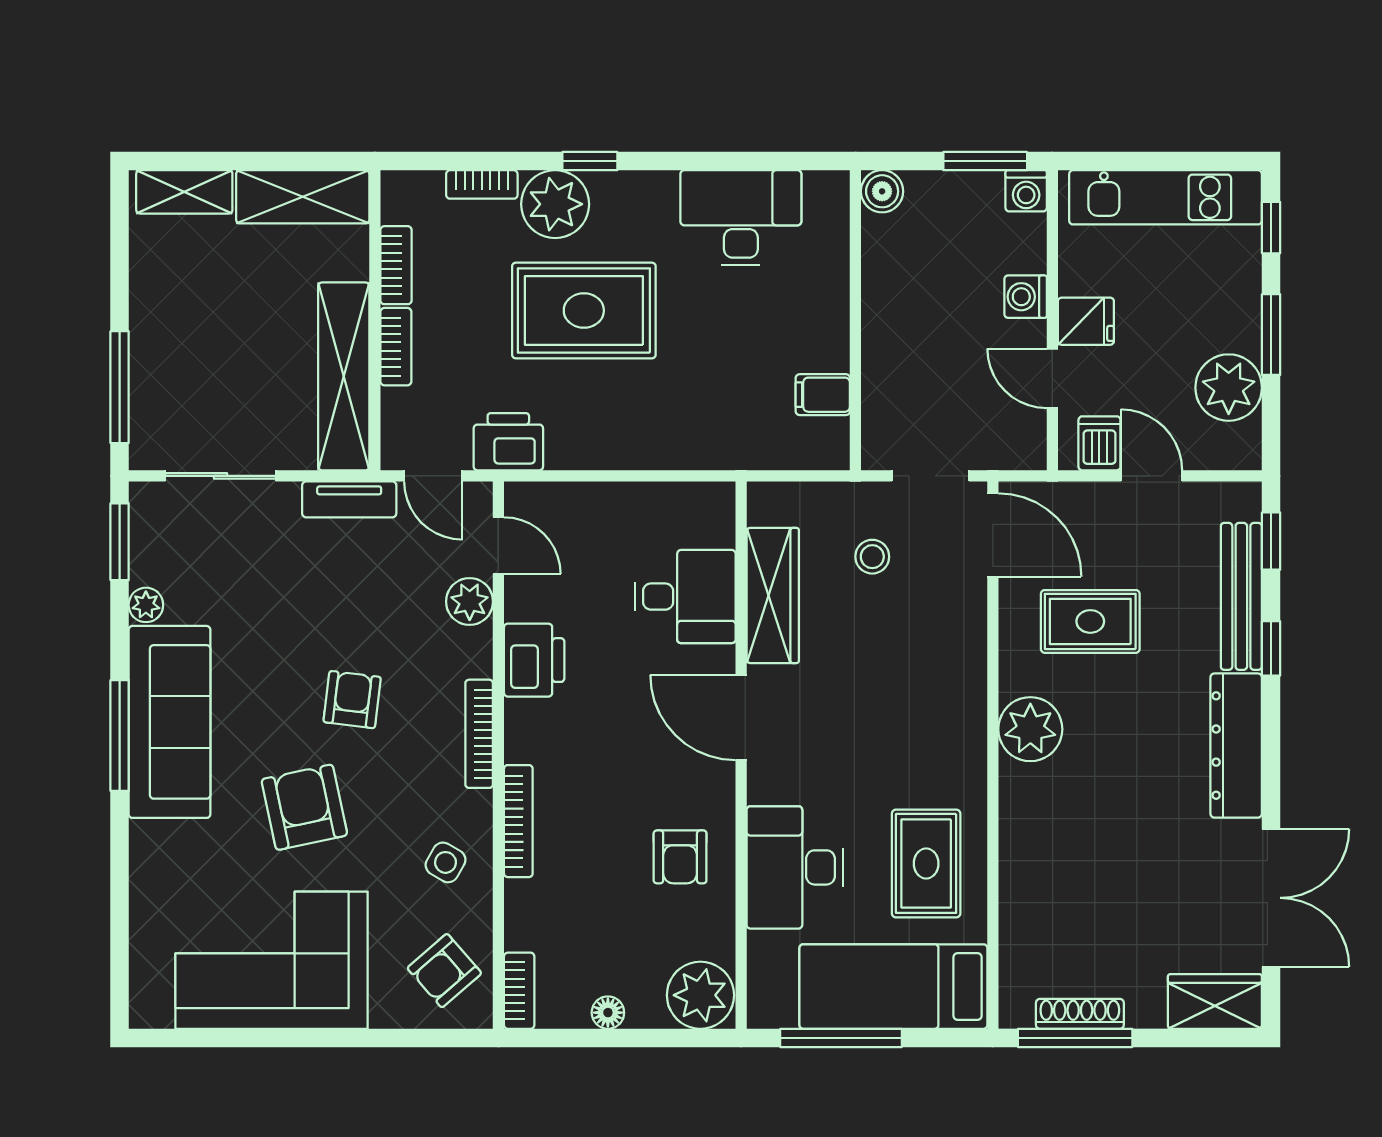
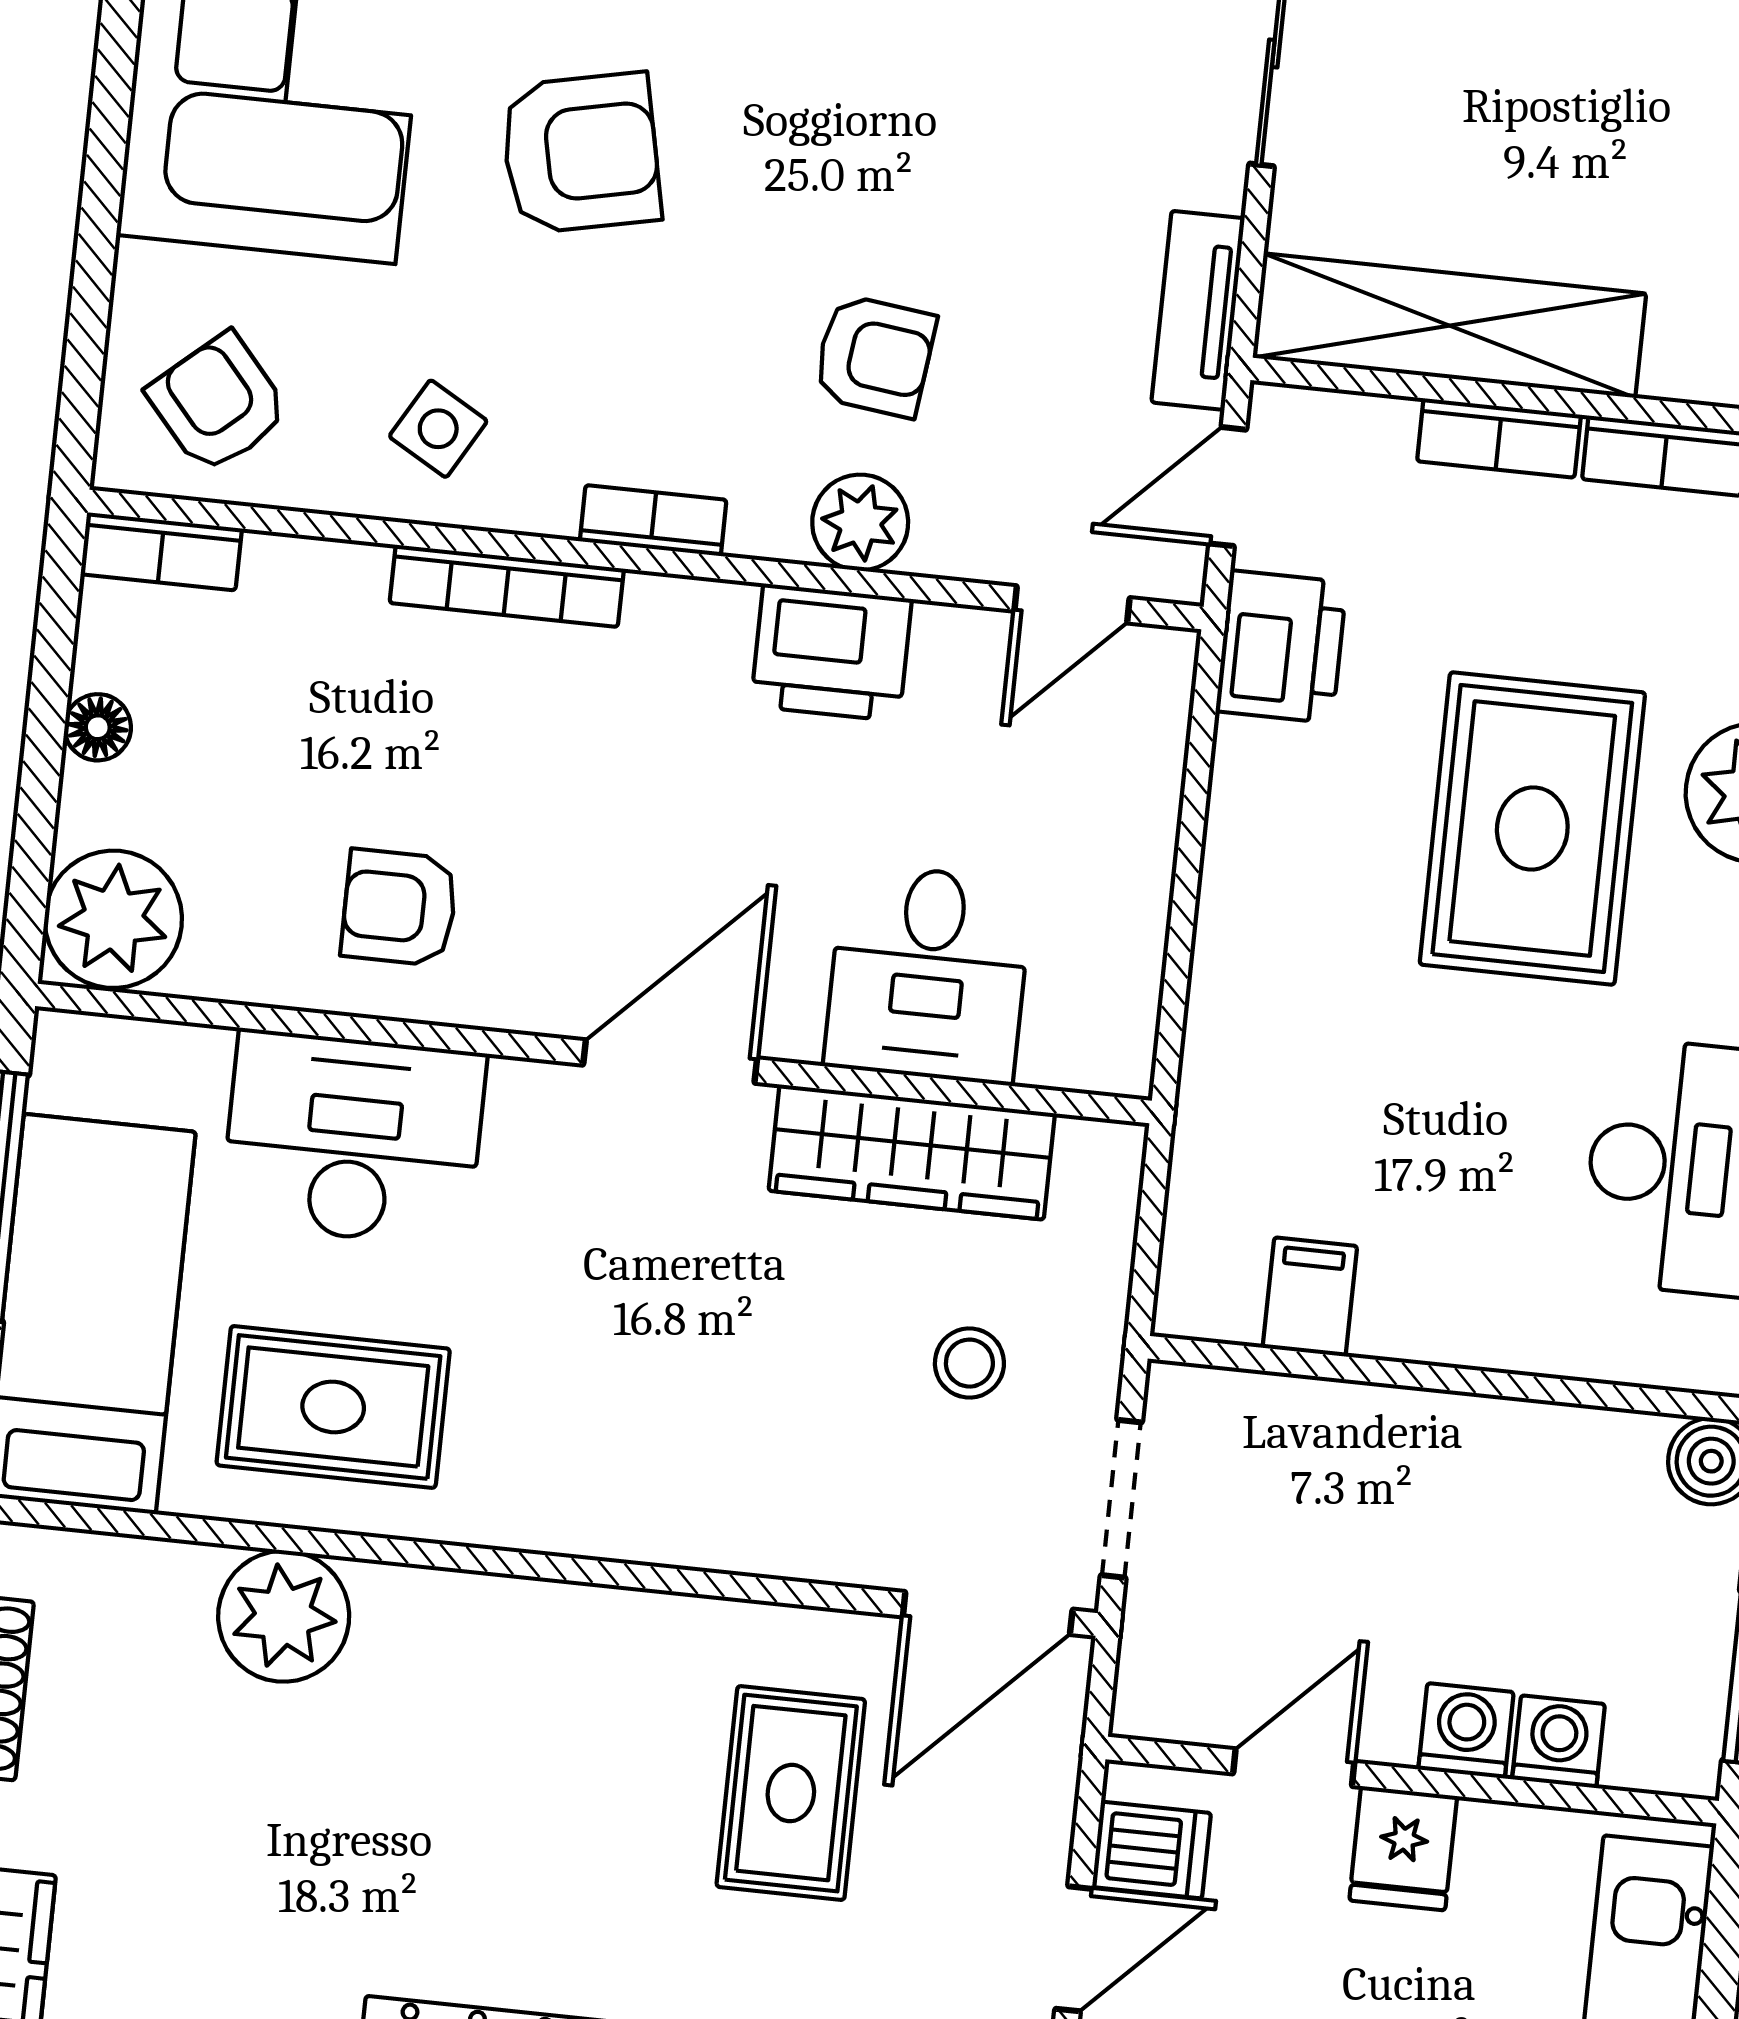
washing machine: (1026, 191) -> (1559, 1742), moved, turned 90
plant: (470, 602) -> (860, 523), moved
armchair: (352, 700) -> (875, 356), moved
plant: (1030, 729) -> (284, 1616), moved
bookcase: (479, 734) -> (653, 521), width x0.64

